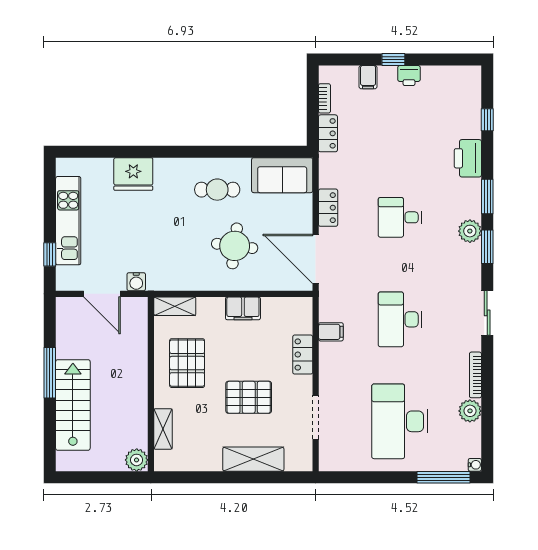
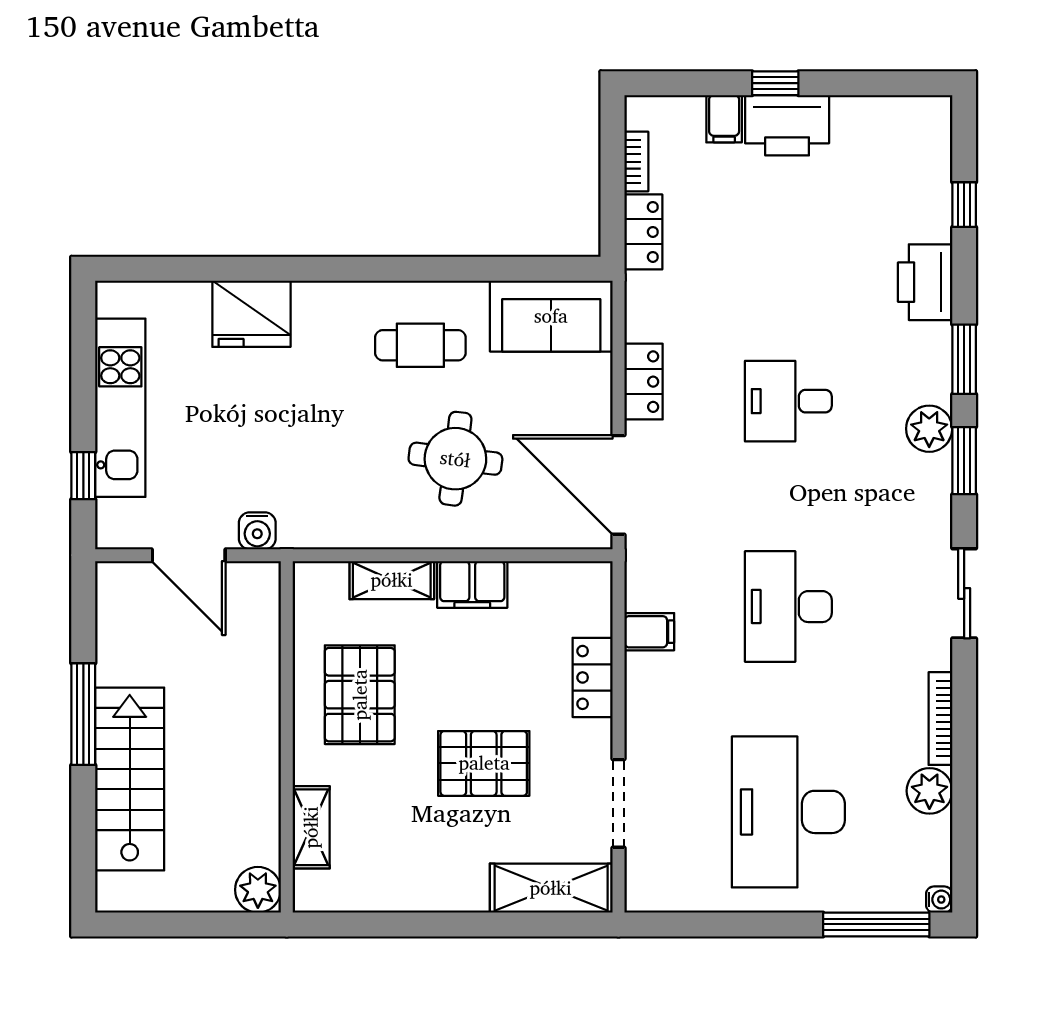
printer: (409, 75) -> (787, 125), width x1.87, depth x1.48
shelving: (175, 306) -> (392, 580), moved
shelving: (253, 459) -> (551, 888), moved

